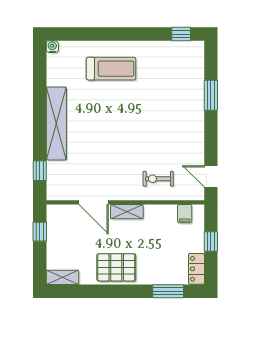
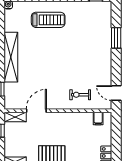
door: (94, 202) -> (36, 111), swing flipped
shelving: (127, 212) -> (15, 117), moved
window: (211, 241) -> (116, 137), removed

